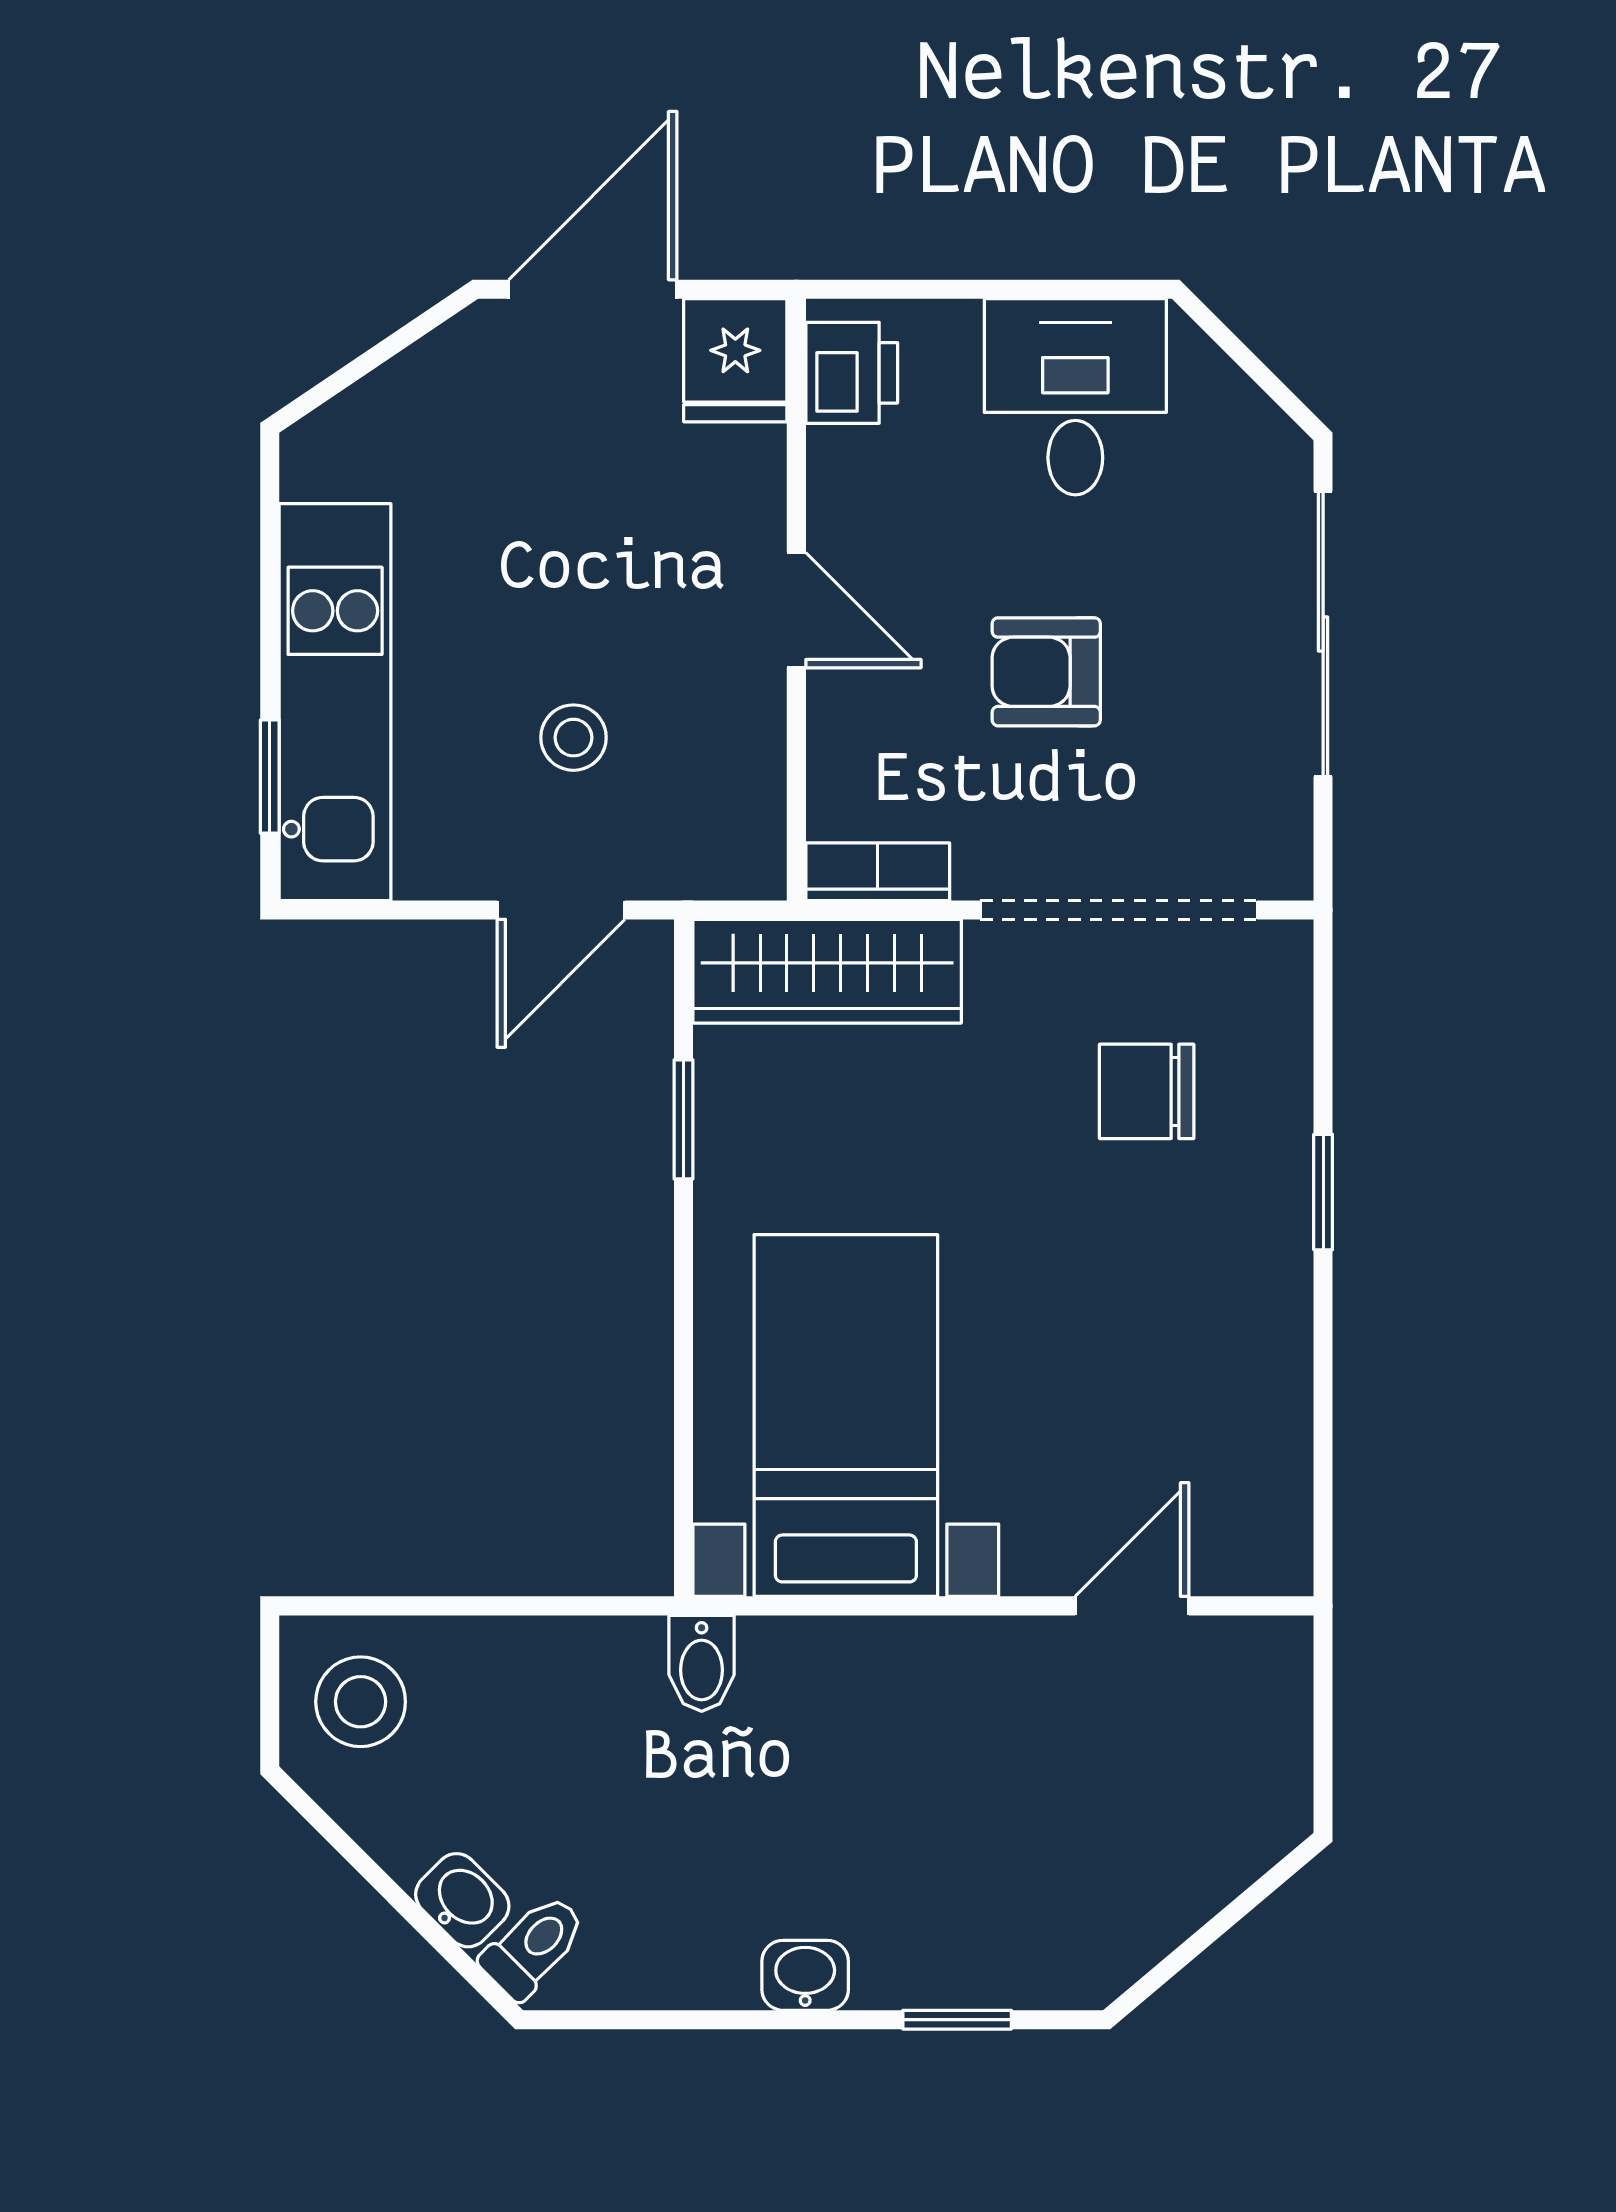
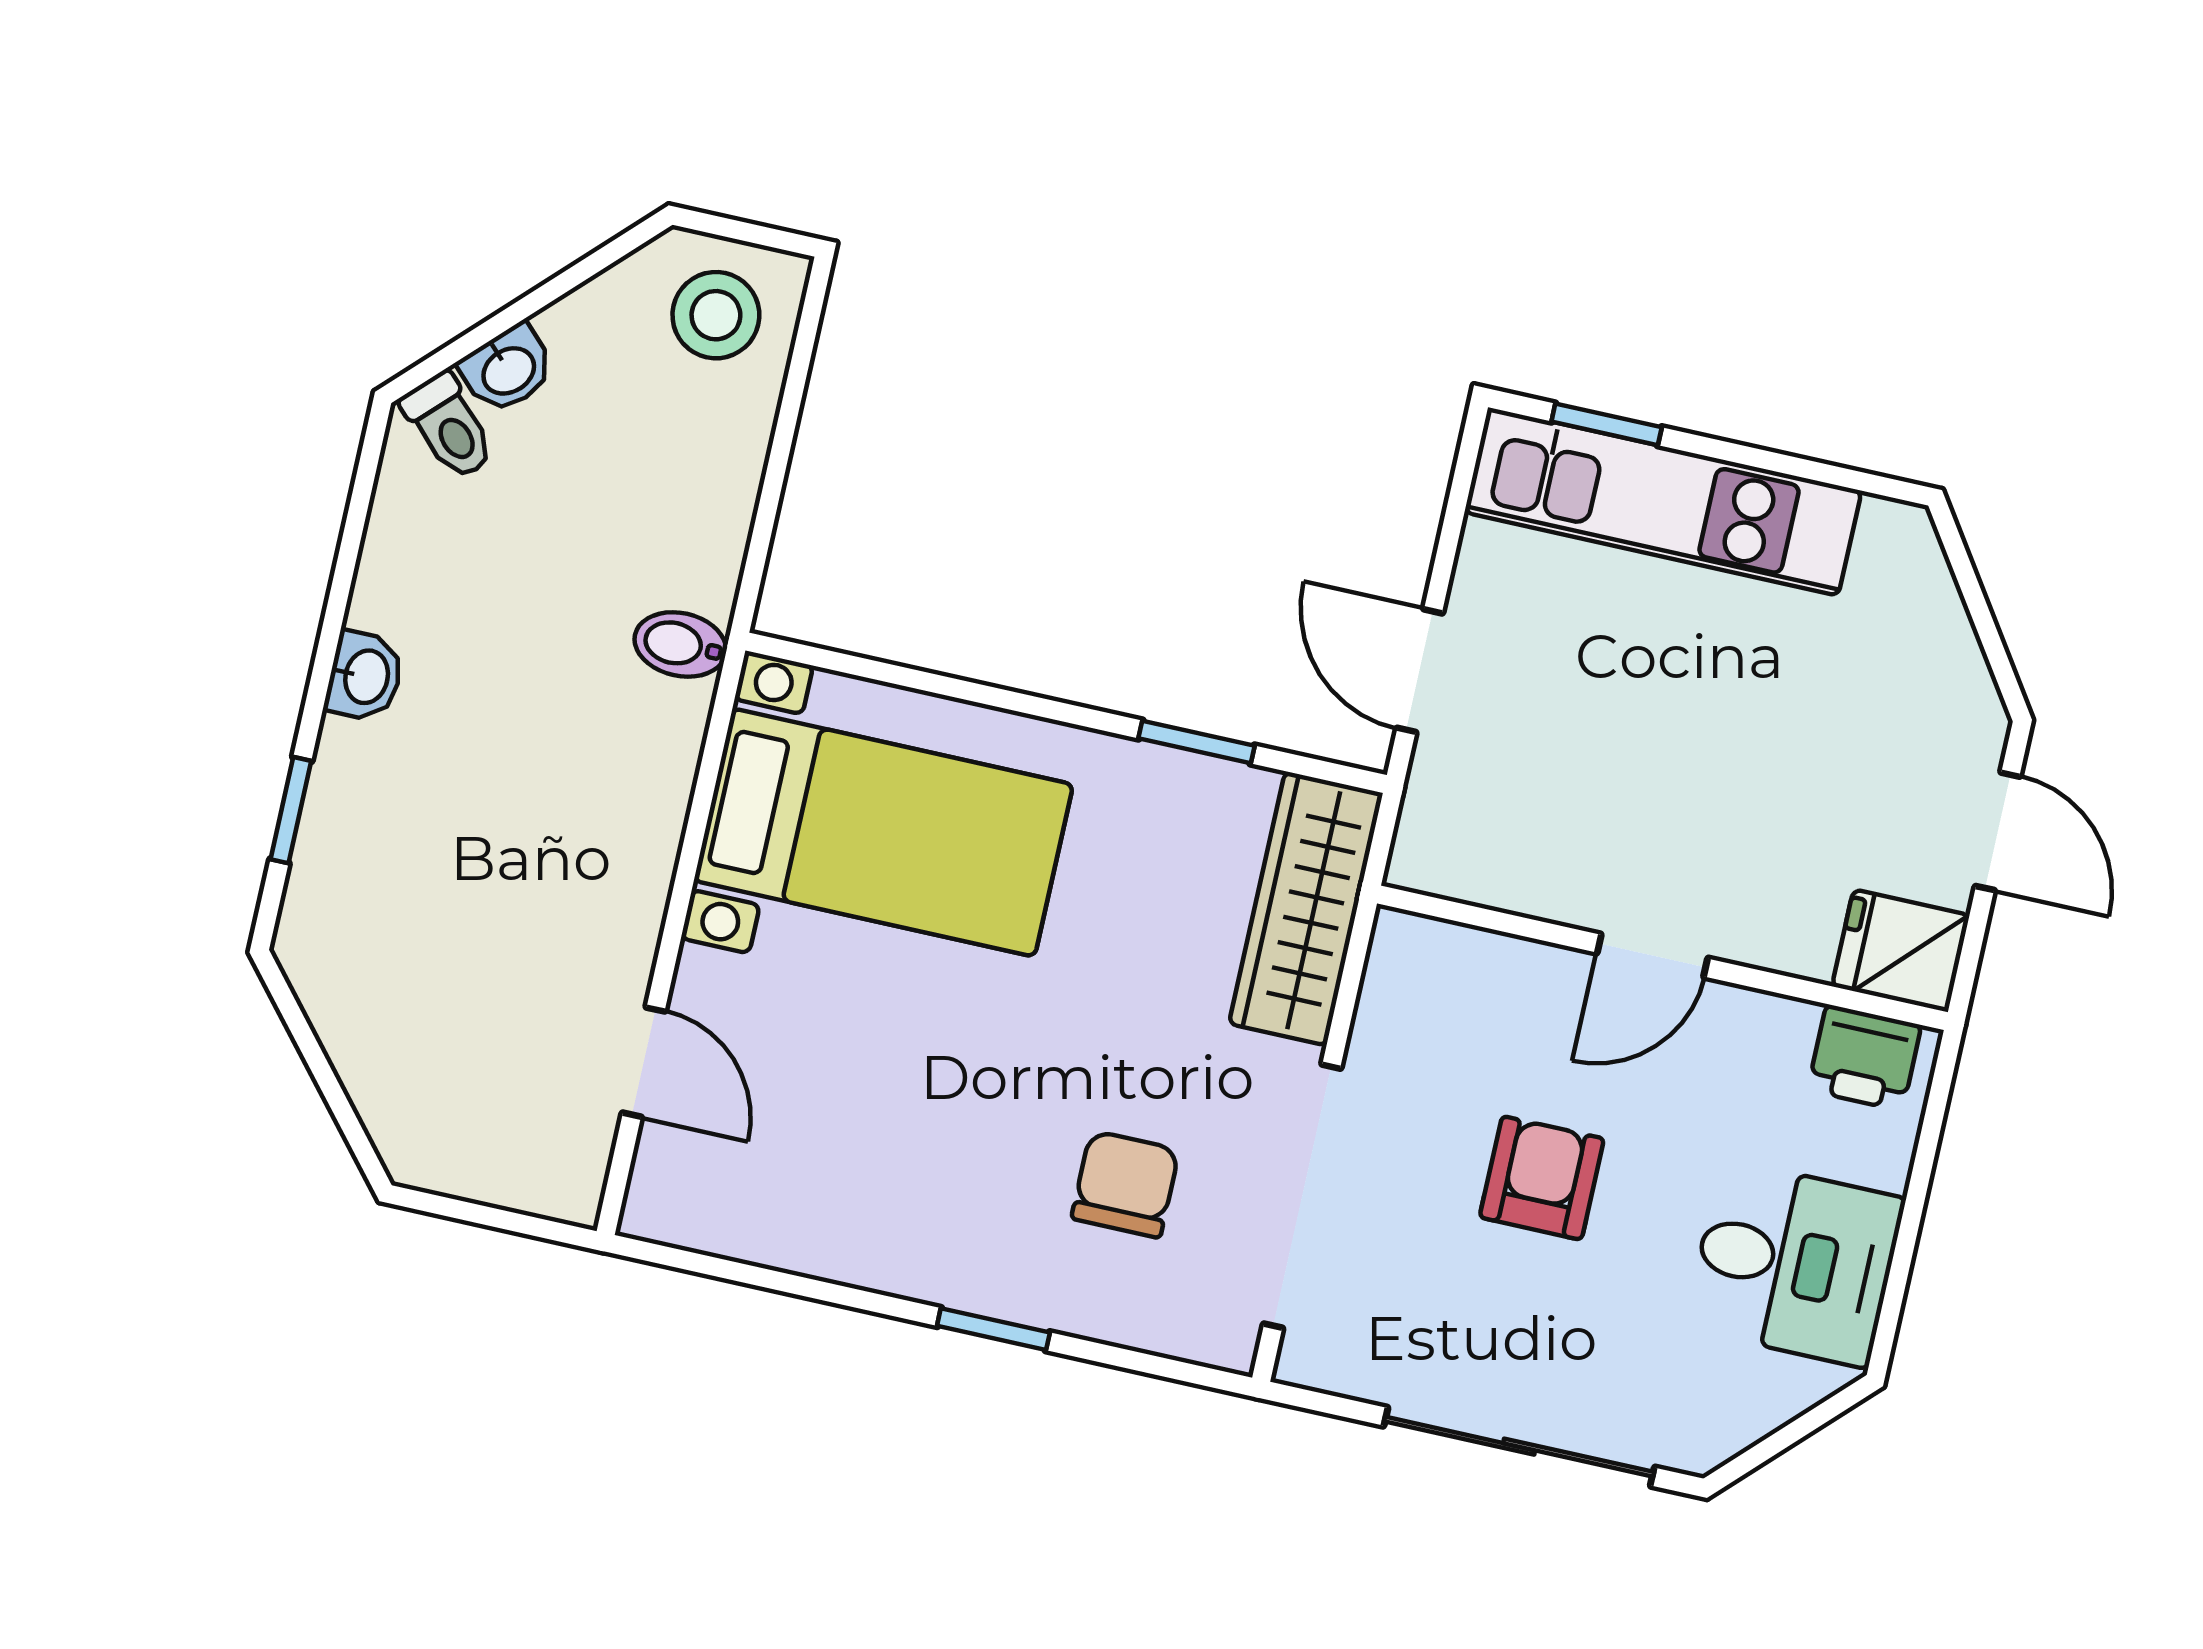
door: (593, 289) -> (1998, 831), width x0.73
stool: (573, 738) -> (1579, 719), removed
bookcase: (878, 872) -> (1389, 977), removed

